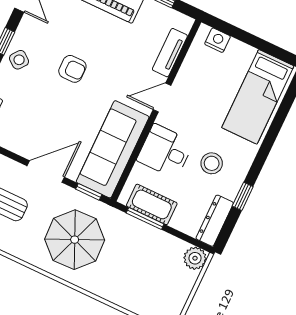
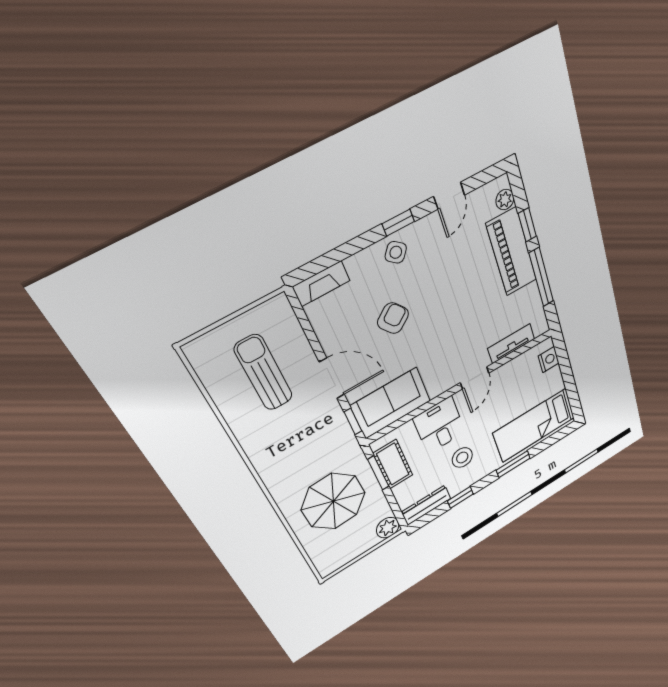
armchair: (72, 69) -> (393, 318), moved, turned -128
door: (162, 97) -> (475, 378), swing flipped
window: (270, 140) -> (513, 464), added
sofa: (113, 149) -> (391, 403), width x0.73
parasol: (75, 240) -> (333, 501), moved

